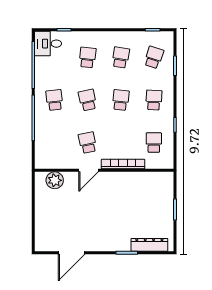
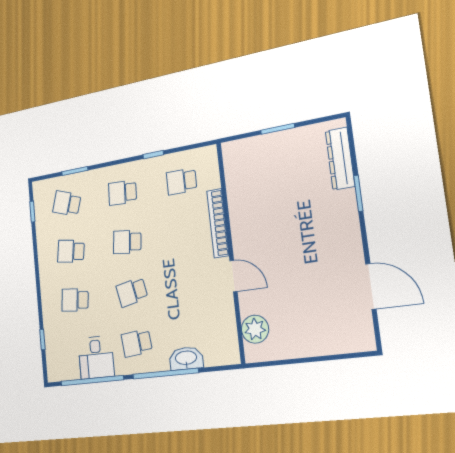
desk: (48, 44) -> (96, 357), moved
washbasin: (41, 133) -> (186, 358), added
school desk: (88, 143) -> (192, 284), removed

